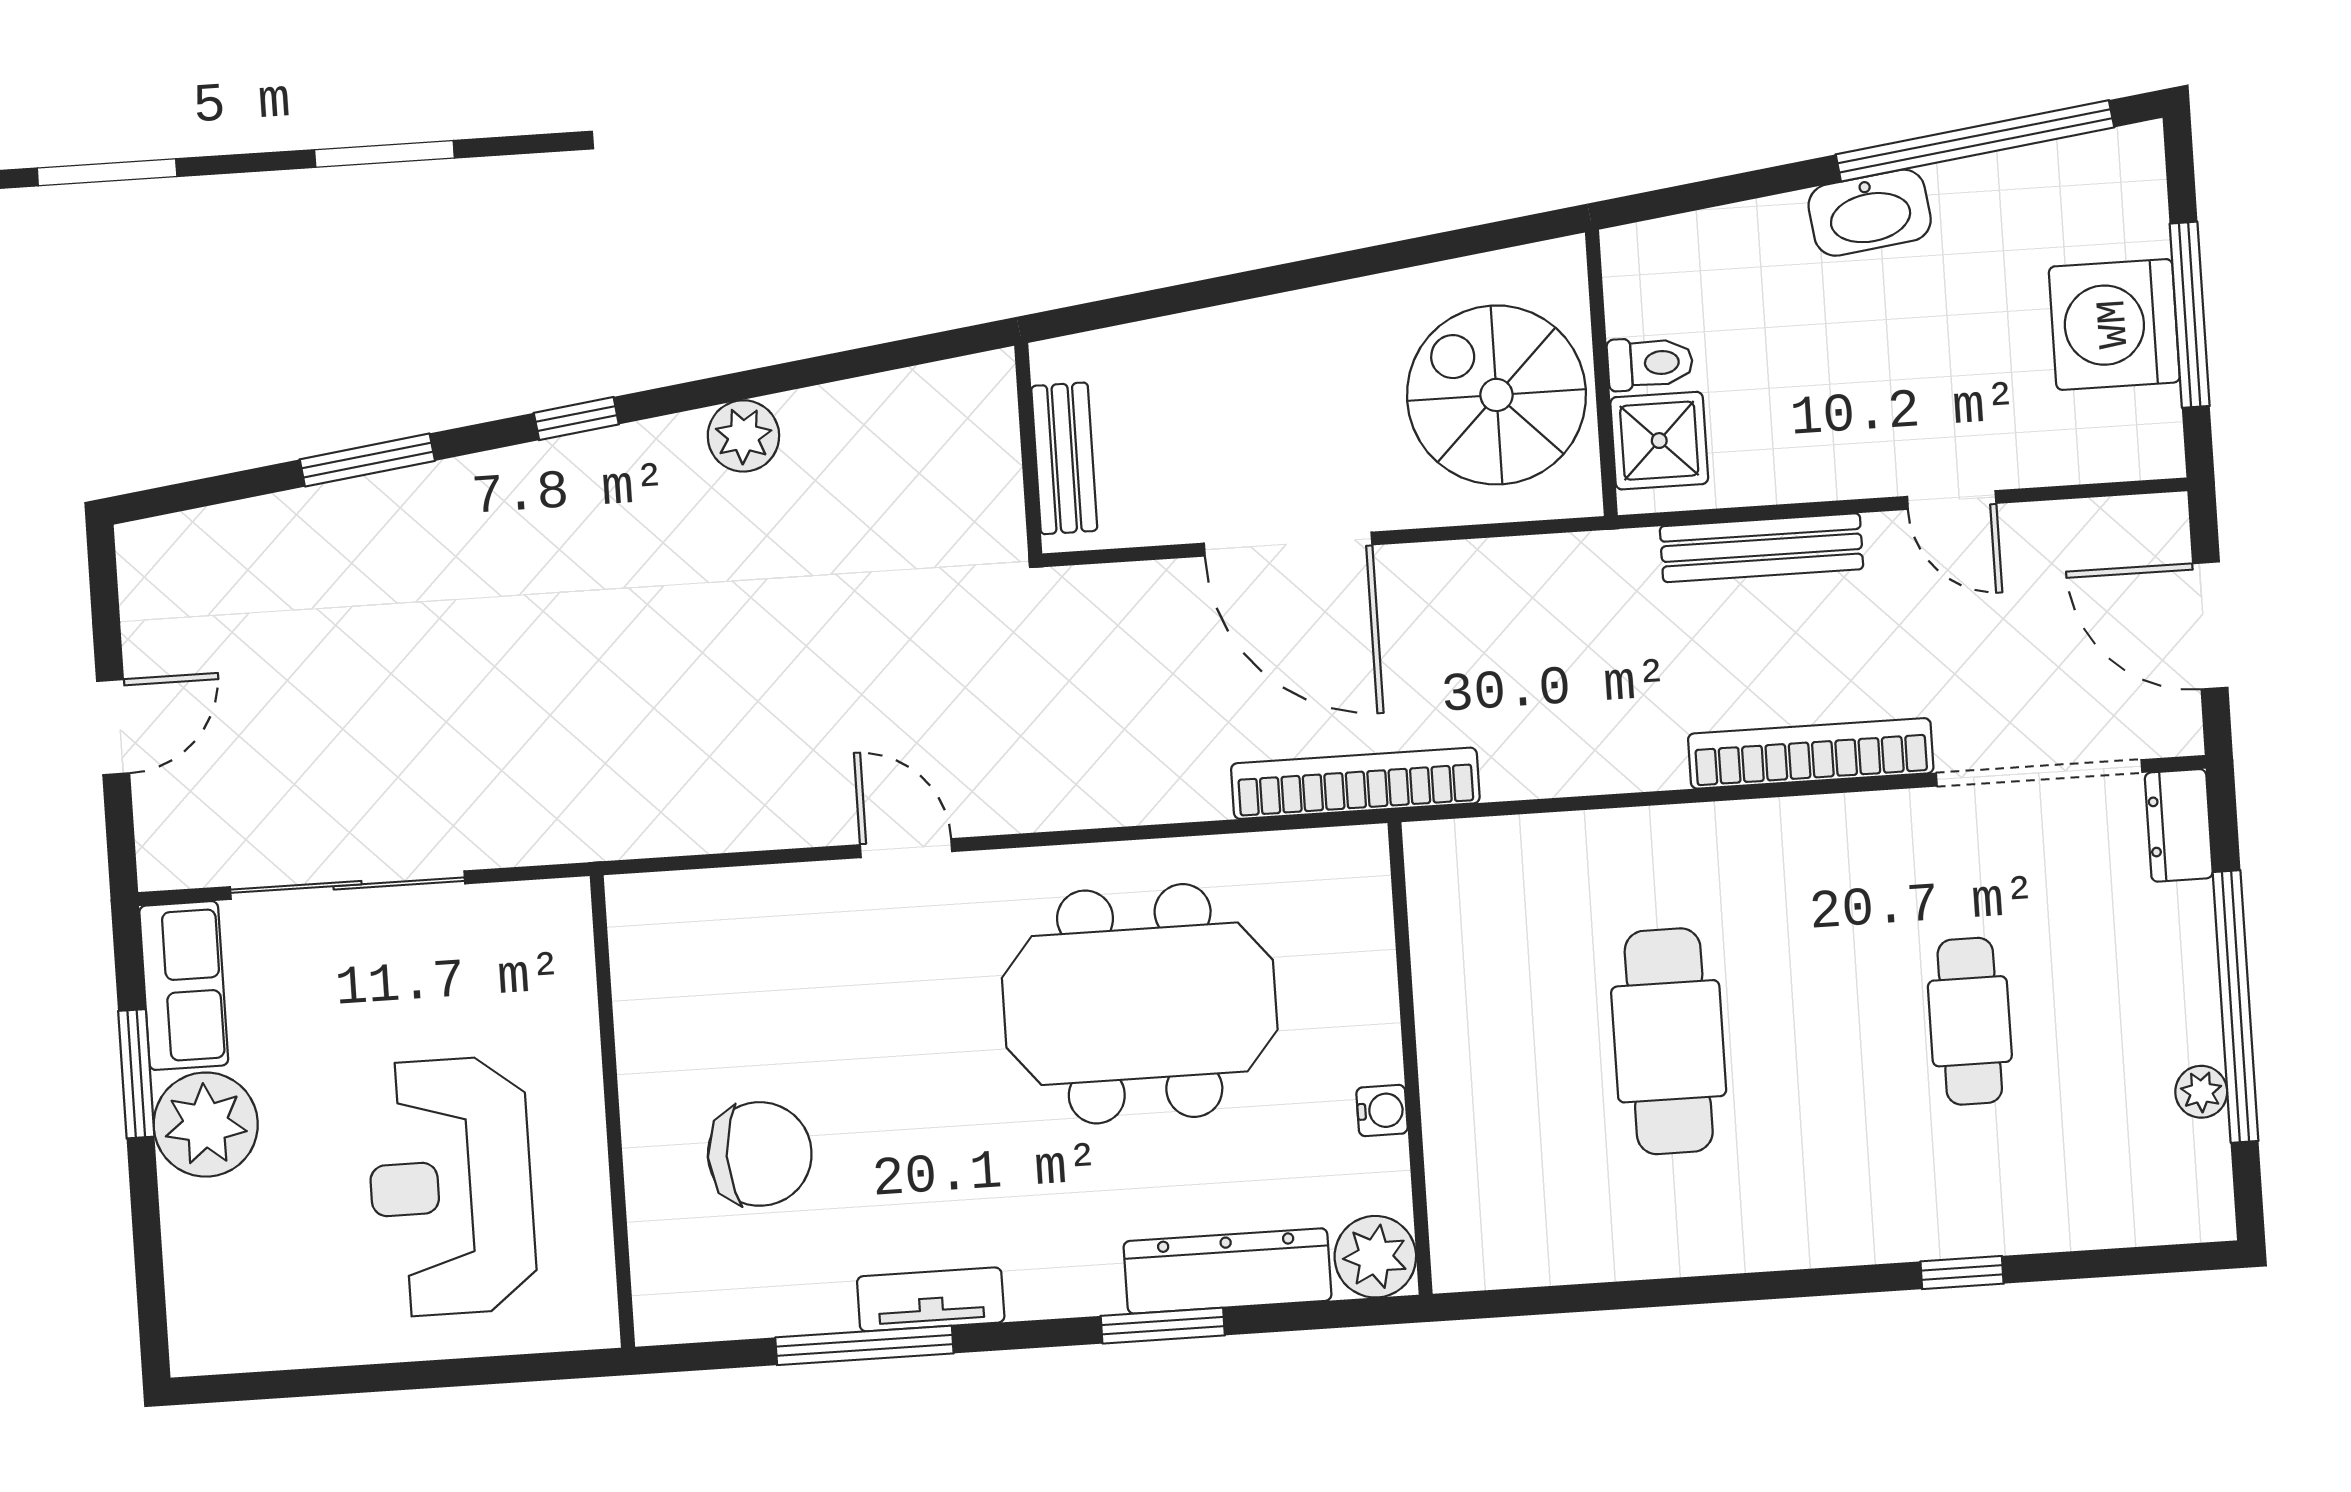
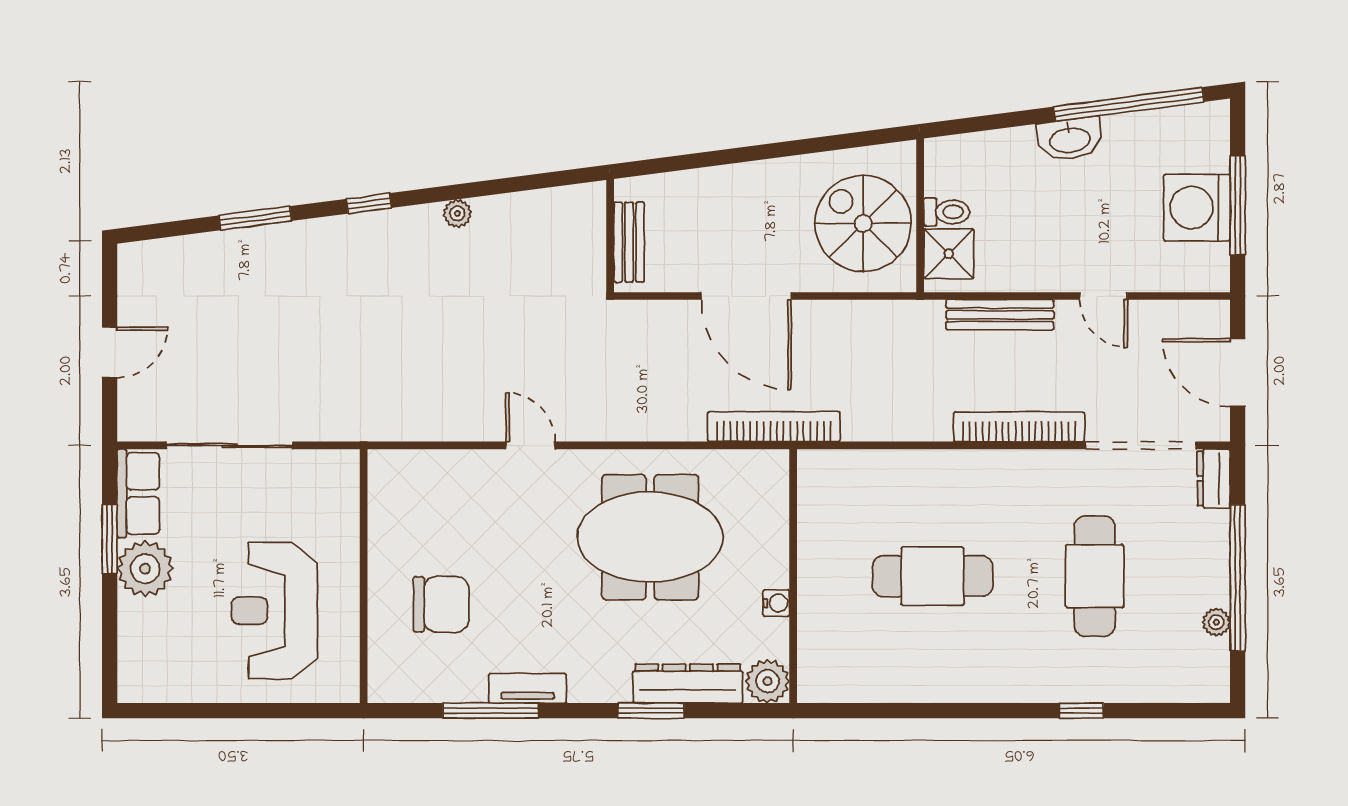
plant: (743, 436) -> (457, 213), width x0.73, depth x0.73
cafe table: (1970, 1021) -> (1095, 576), width x1.37, depth x1.35
cafe table: (1669, 1041) -> (932, 576), turned 90

